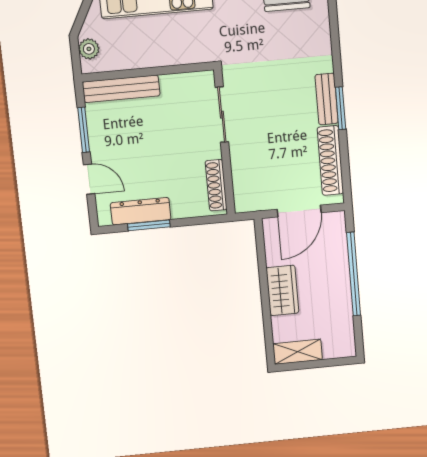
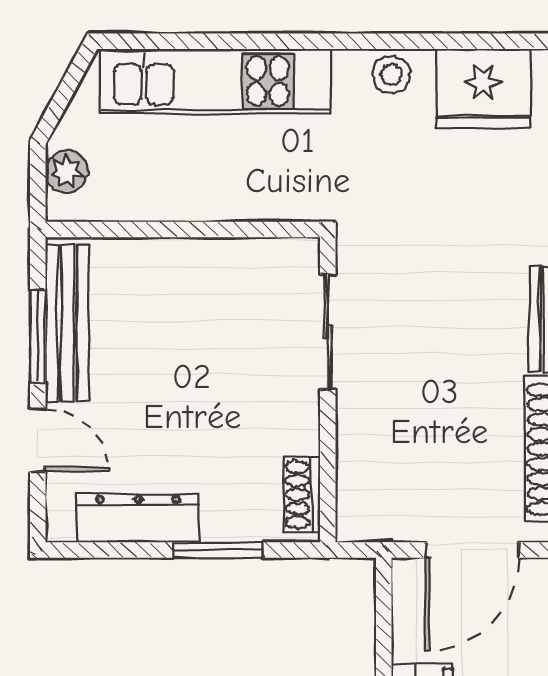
bench: (121, 89) -> (67, 323), moved, turned 90
shoe rack: (216, 185) -> (302, 495), width x0.70
window: (149, 225) -> (218, 550), moved

